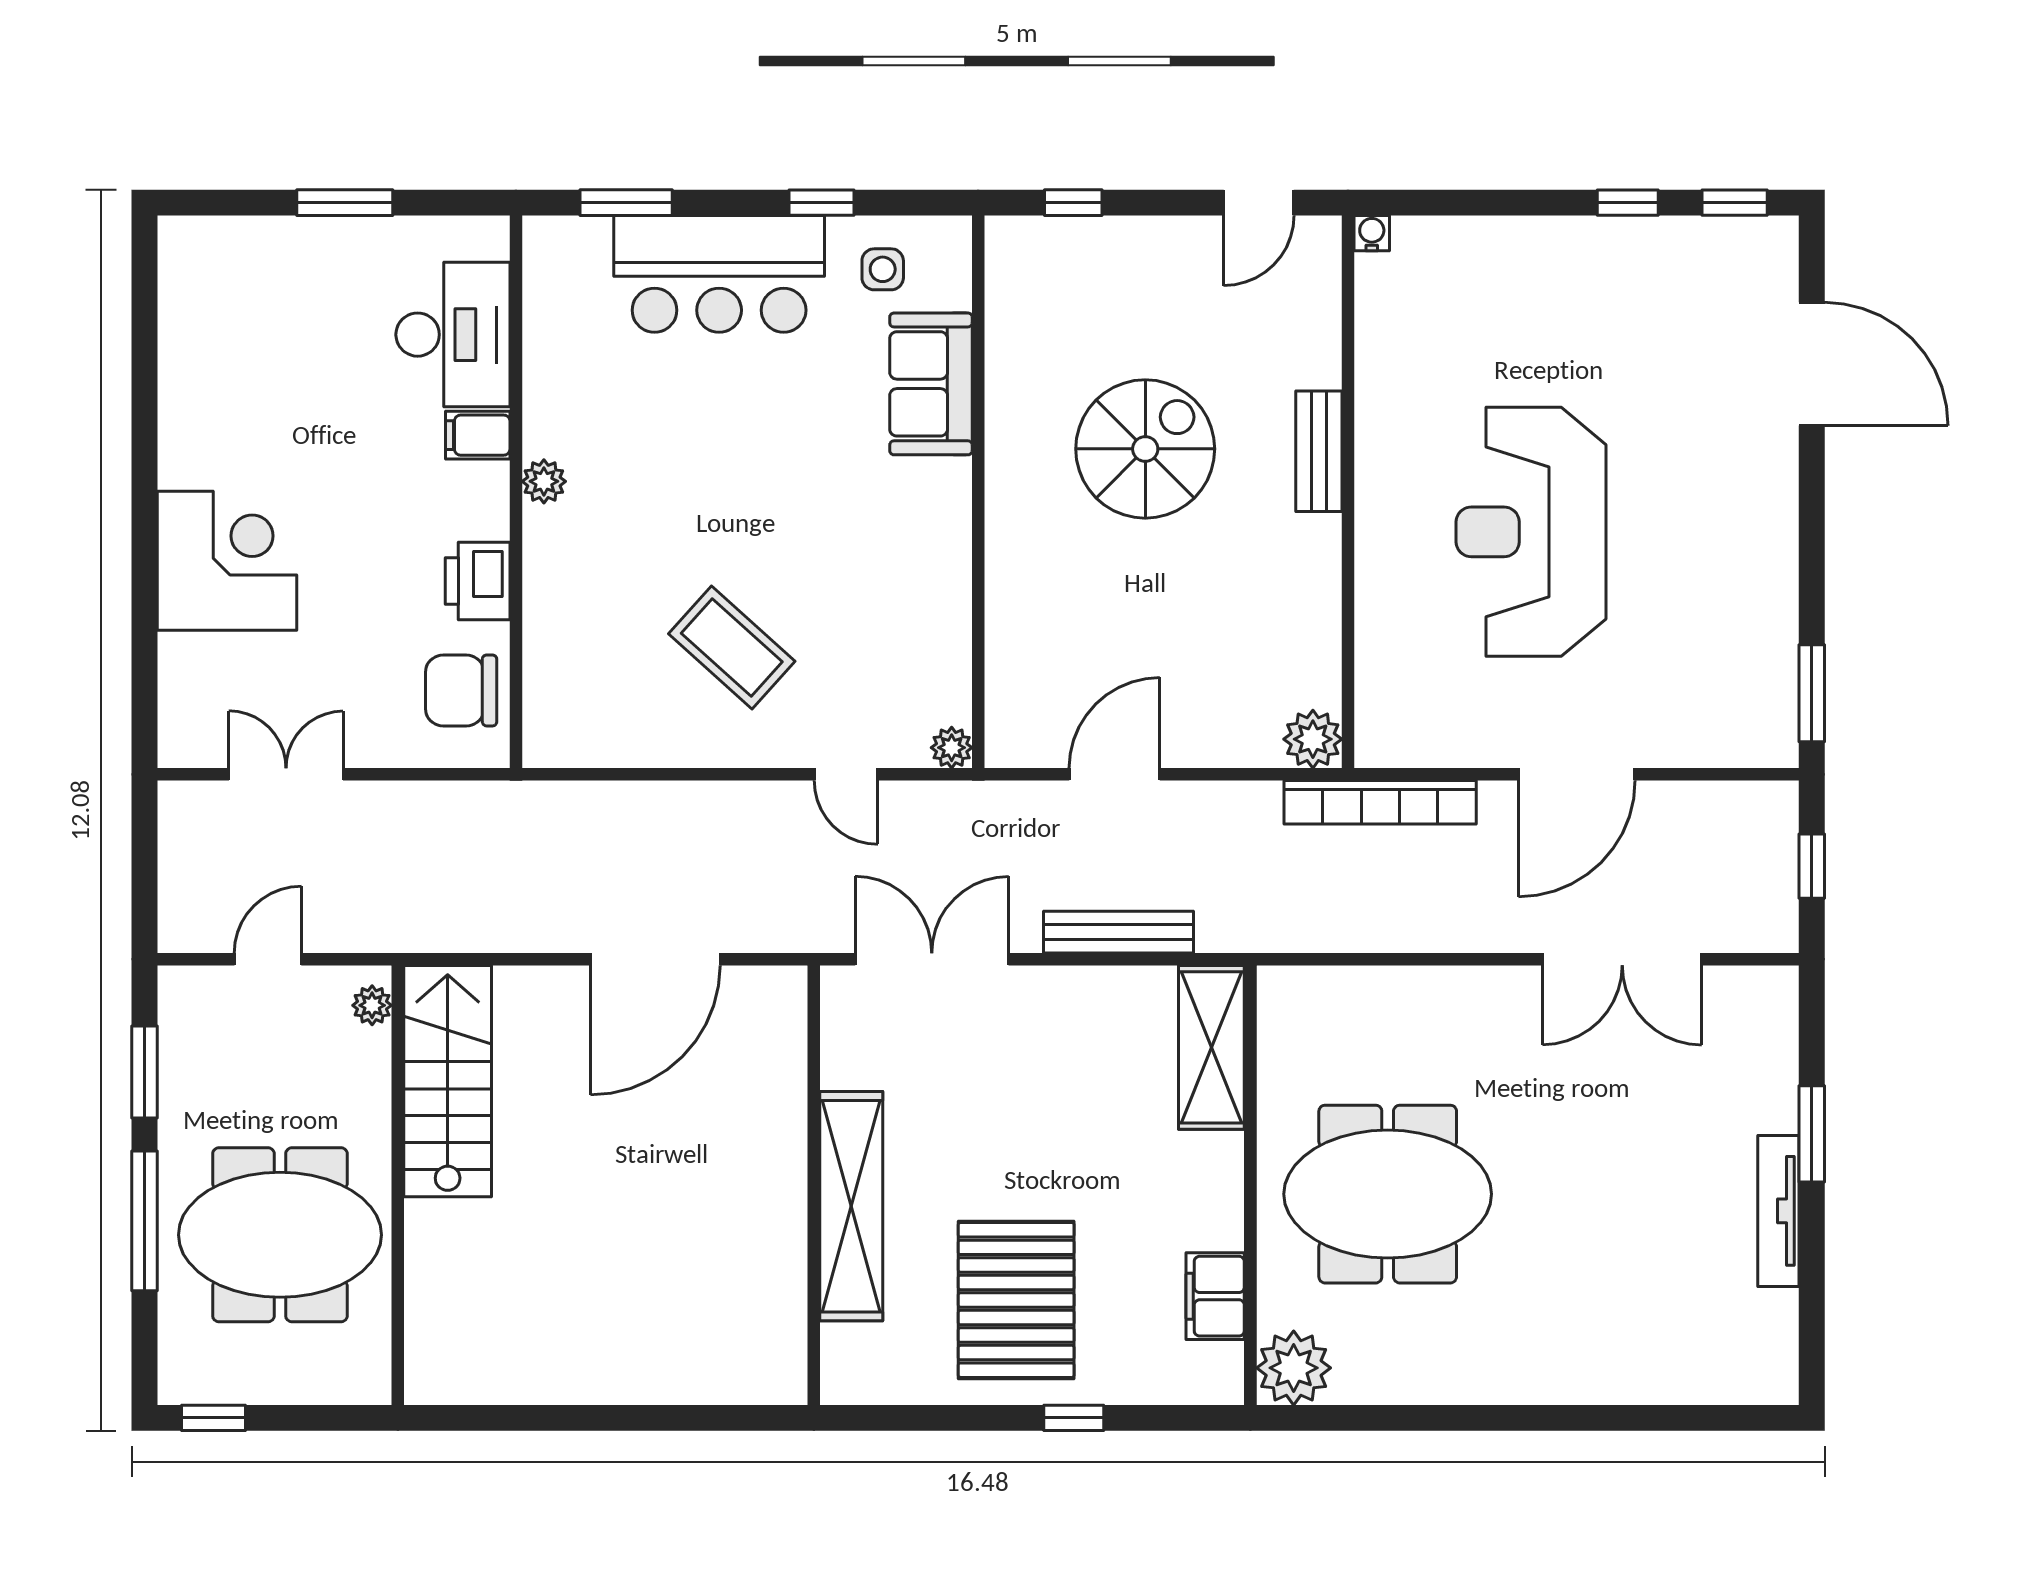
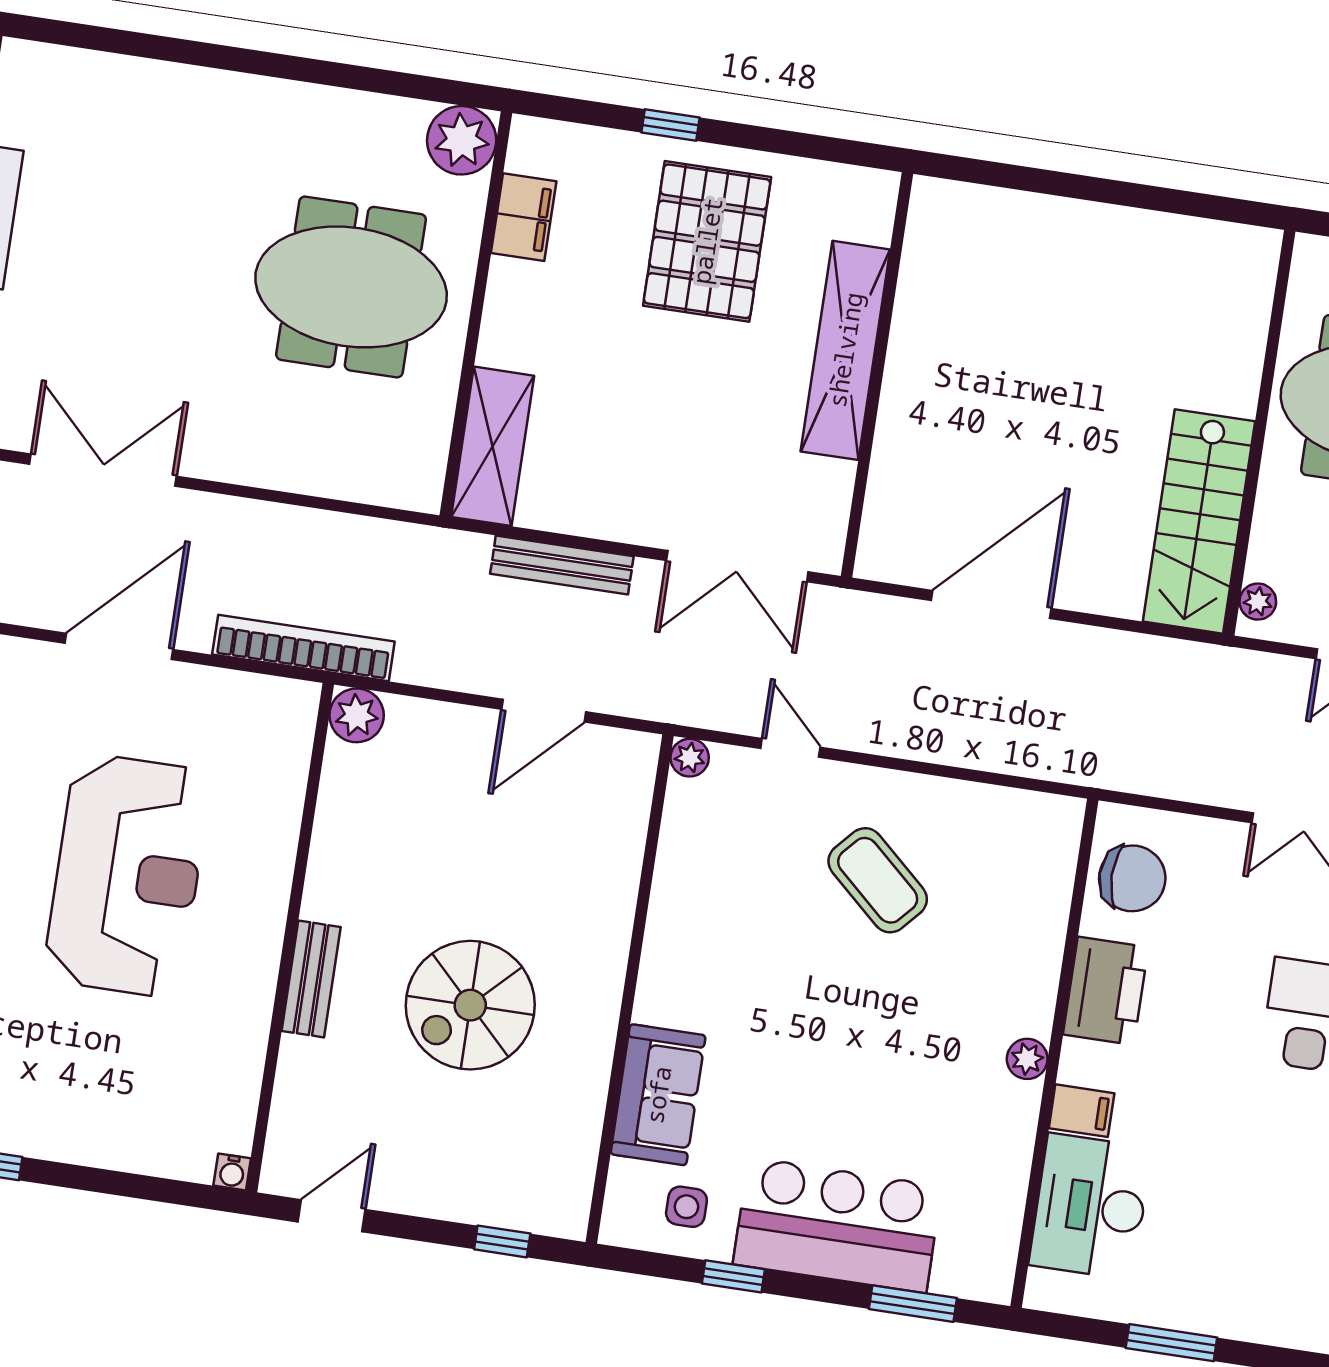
printer: (478, 581) -> (1106, 991), width x1.37, depth x1.19

